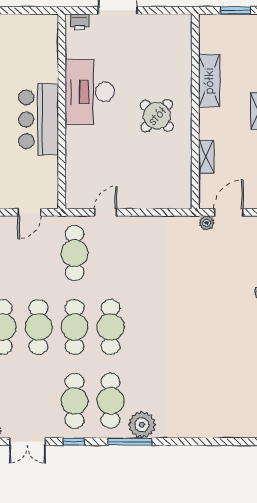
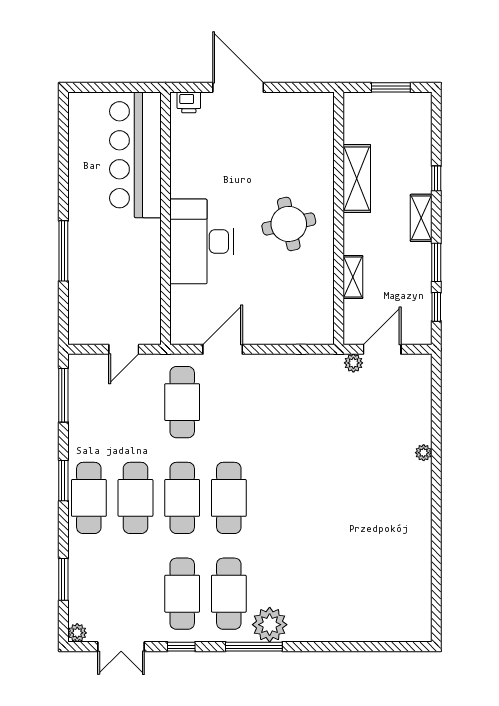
desk: (90, 92) -> (202, 241), moved
round table: (157, 116) -> (289, 224), turned 35
bar counter: (38, 119) -> (135, 155), moved, width x1.36
door: (106, 212) -> (223, 349), width x1.38

